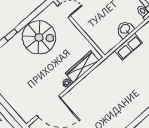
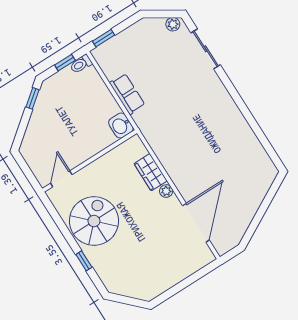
washbasin: (125, 29) -> (121, 126), moved
wardrobe: (82, 67) -> (151, 172), width x0.67

